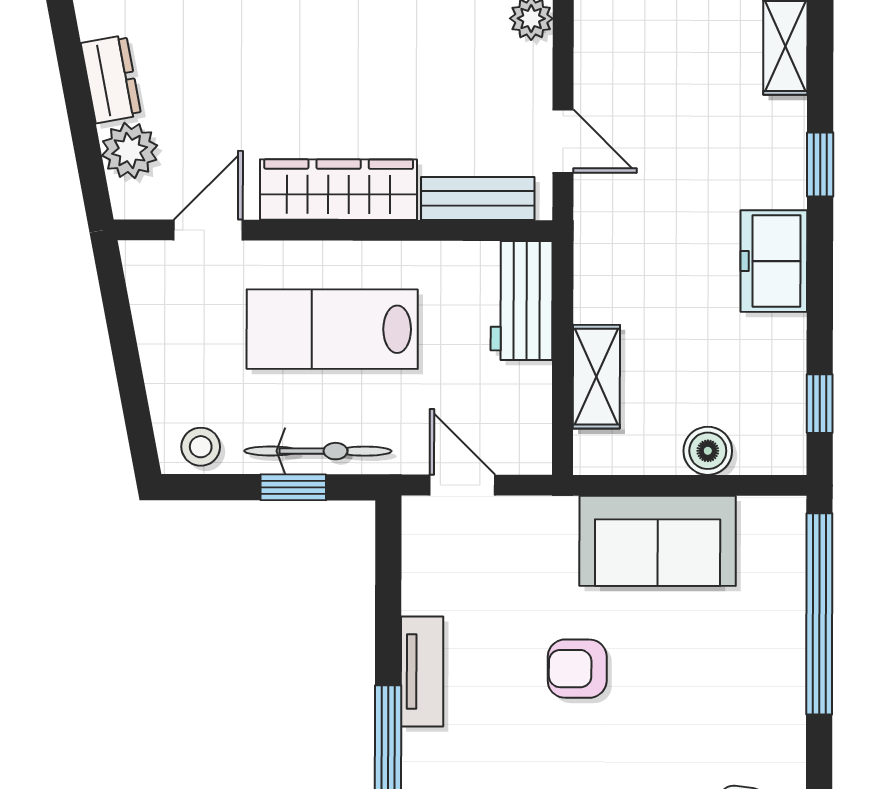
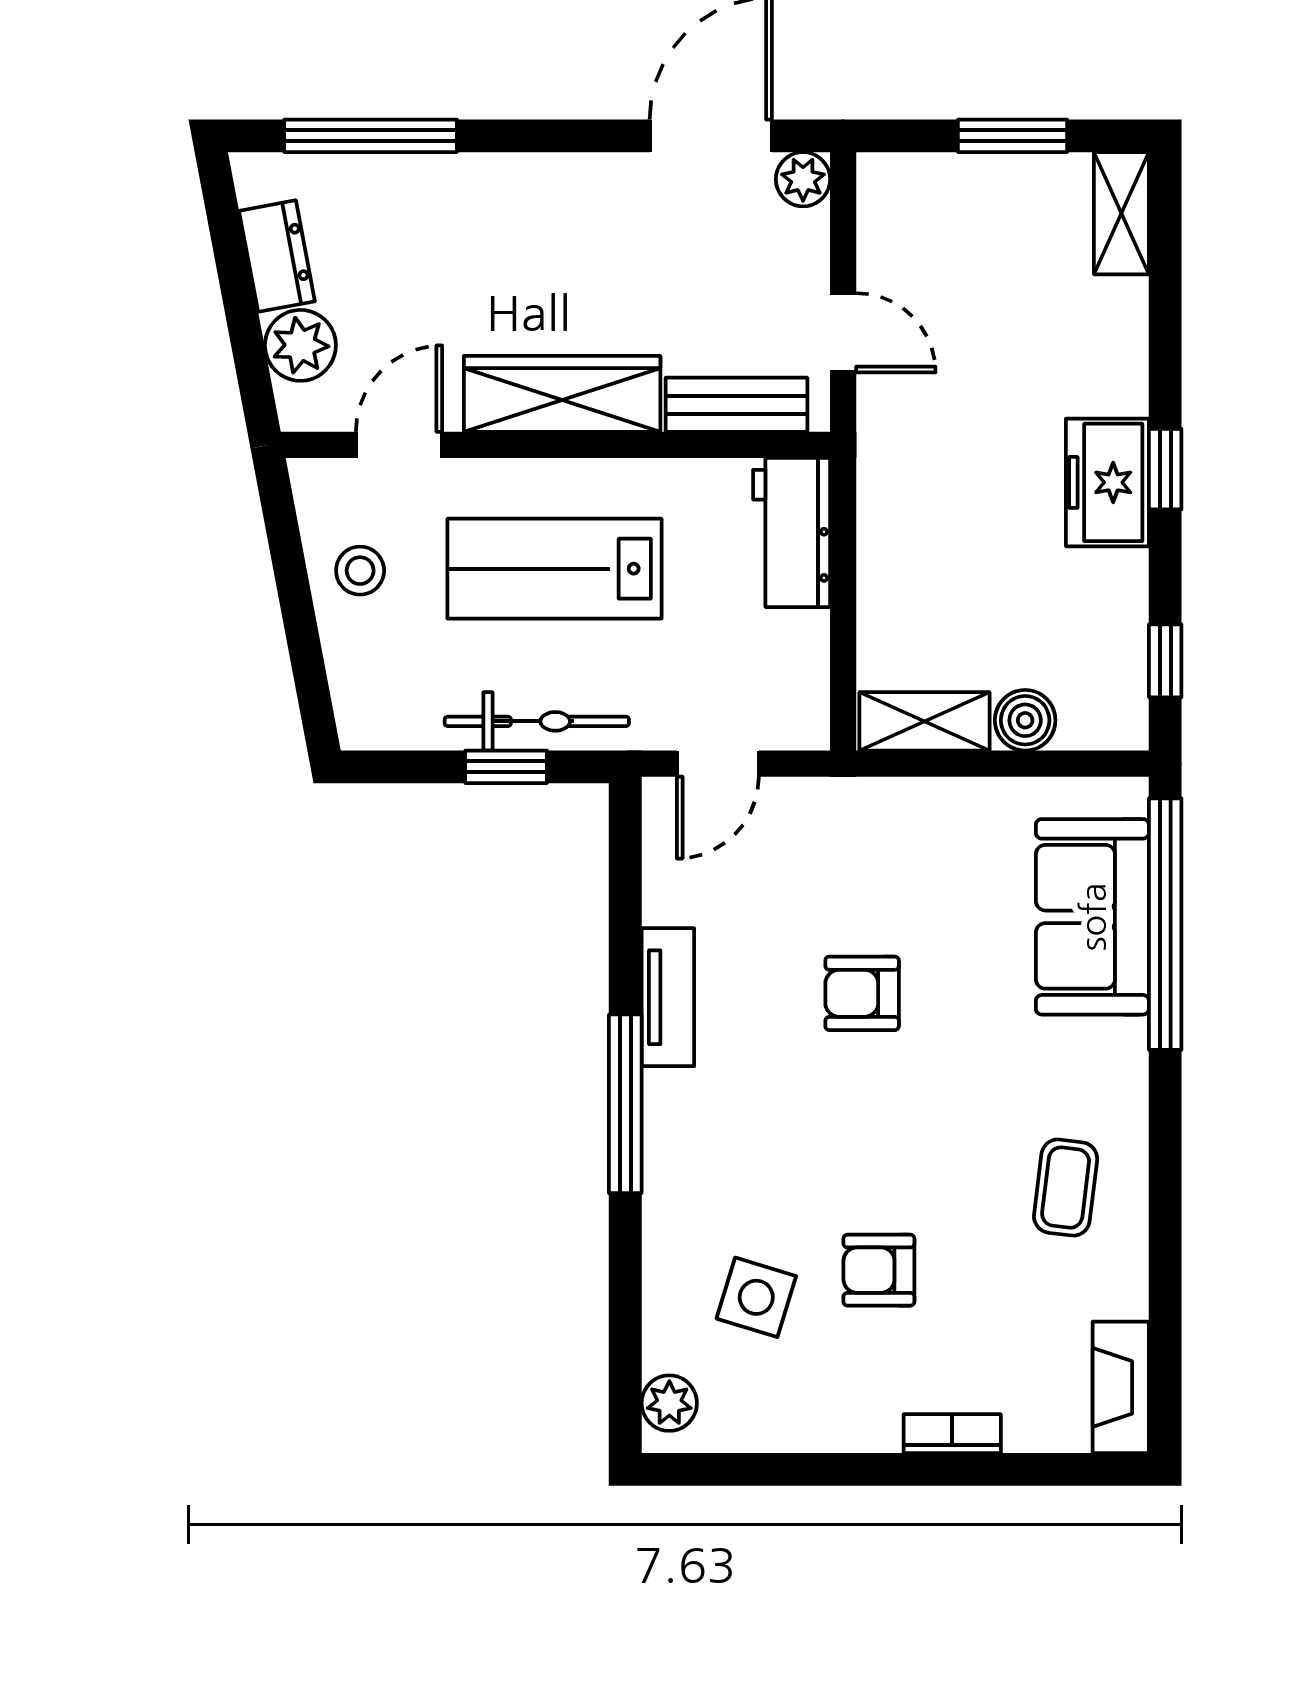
window: (820, 164) -> (1165, 469), moved
shelving: (596, 377) -> (925, 721), moved, turned 90
stool: (201, 447) -> (360, 571), moved
door: (462, 485) -> (718, 764), swing flipped
sofa: (658, 541) -> (1092, 917), moved, turned 90

